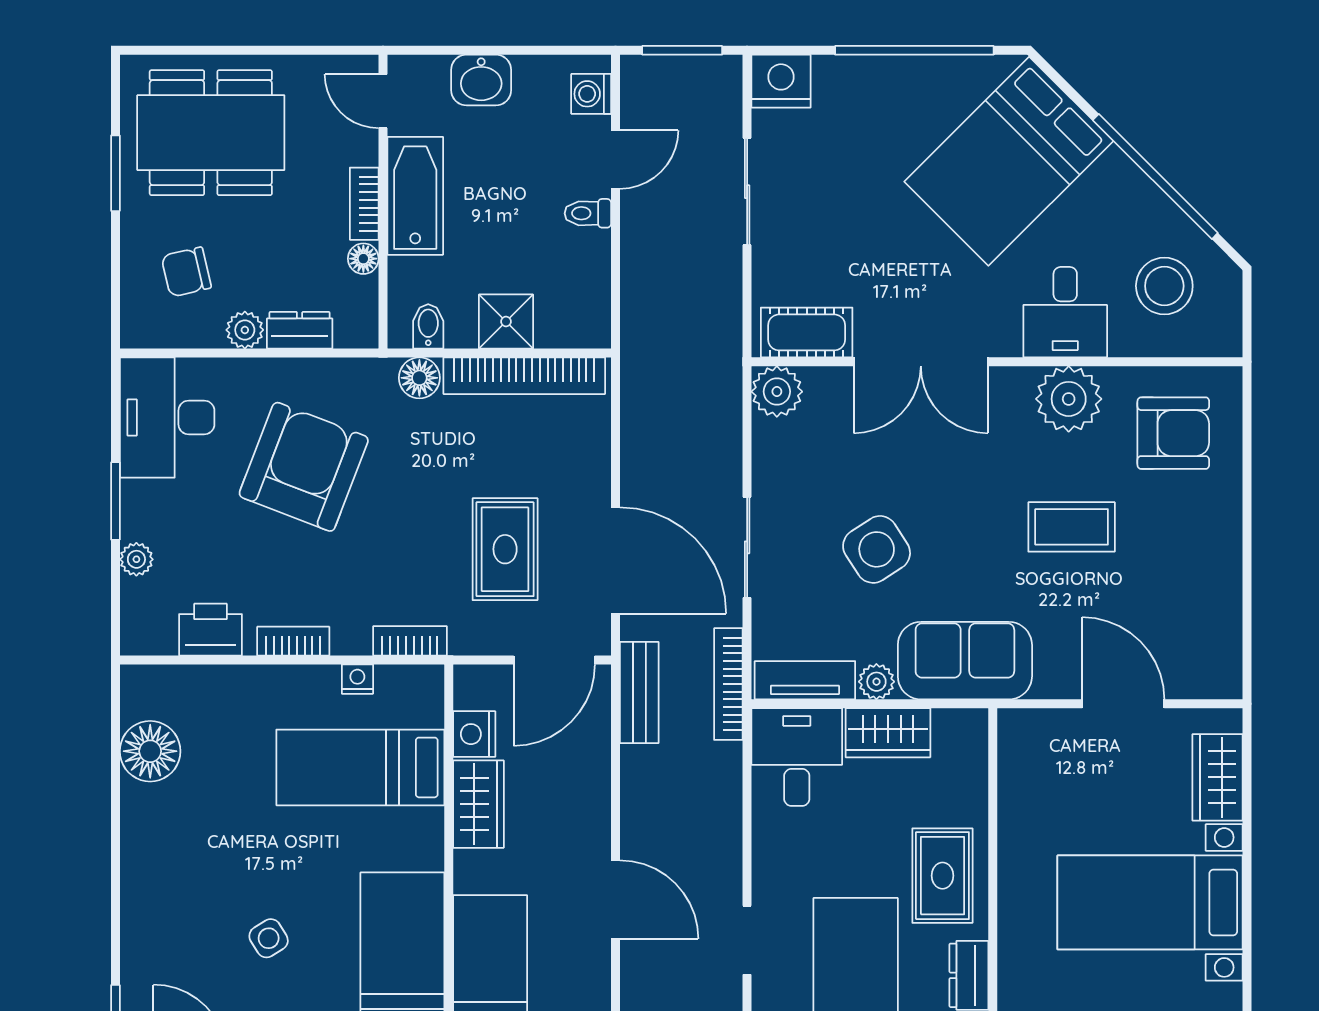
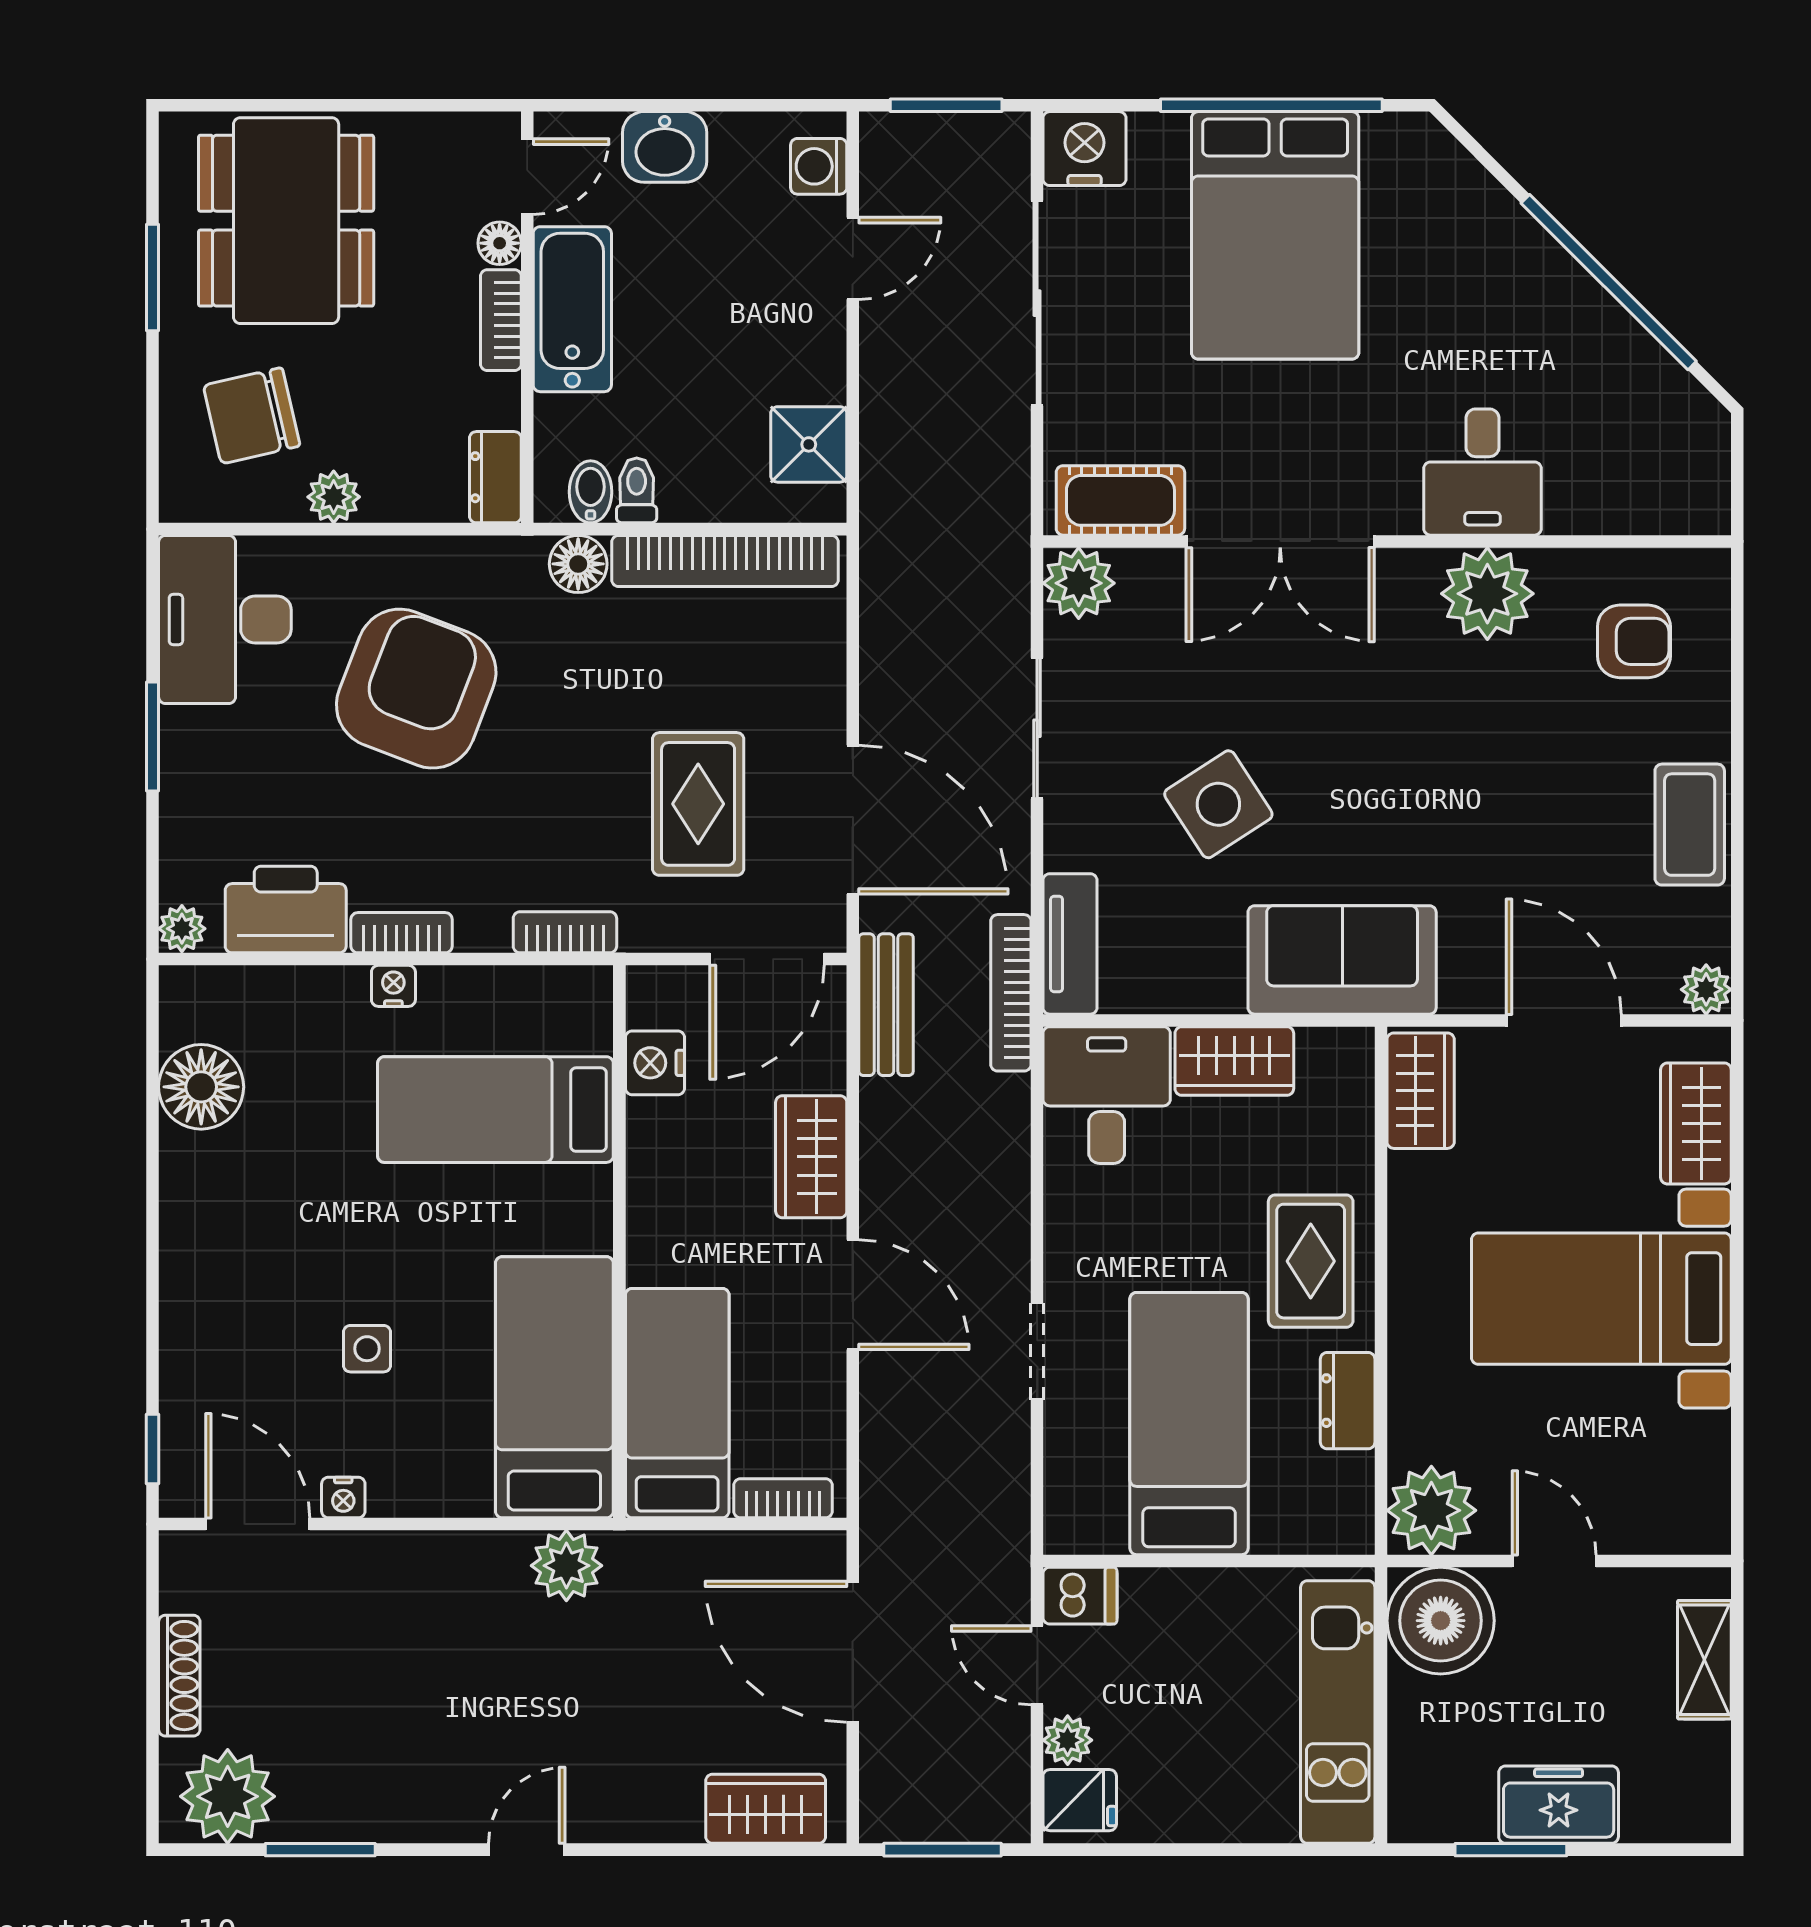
door: (383, 101) -> (527, 177), swing flipped
dining table: (211, 133) -> (286, 221), turned 90
bed: (1009, 161) -> (1275, 235), moved, turned -45
sliding door: (747, 192) -> (1037, 303), width x1.37
toilet: (588, 213) -> (637, 490), moved, turned 90
floor lamp: (363, 259) -> (500, 243), moved
chair: (186, 272) -> (252, 416), width x1.37, depth x1.37
stool: (1164, 286) -> (1621, 435), removed
shower: (506, 322) -> (809, 444), moved
dresser: (300, 330) -> (495, 477), moved, turned -90
armchair: (1173, 433) -> (1634, 641), width x0.72, depth x0.72
coffee table: (1072, 527) -> (1690, 825), moved, turned 90
sliding door: (747, 547) -> (1037, 728), moved
plant: (136, 559) -> (182, 929), moved
printer: (211, 630) -> (286, 910), width x1.37, depth x1.19
nightstand: (357, 679) -> (393, 986), moved
tv unit: (805, 680) -> (1070, 944), moved, turned 90
plant: (876, 682) -> (1706, 989), moved
wardrobe: (1021, 754) -> (1421, 1091), added
wardrobe: (479, 804) -> (811, 1157), moved, turned 180
side table: (269, 938) -> (367, 1349), turned 32

